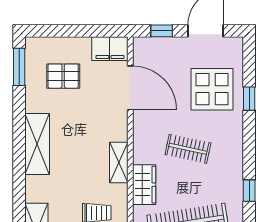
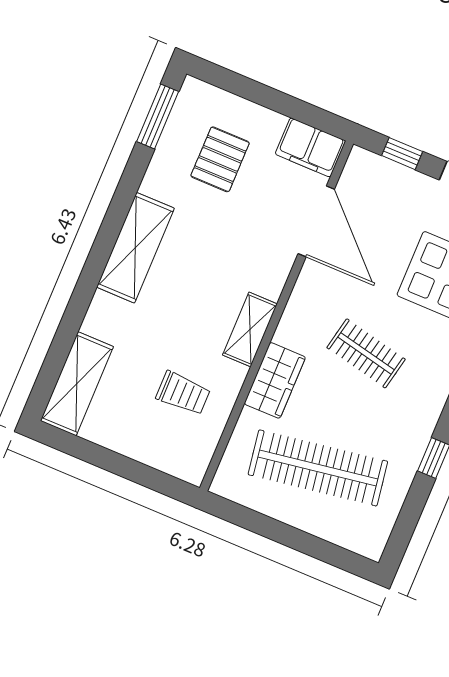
pallet: (63, 76) -> (220, 159), turned 90

